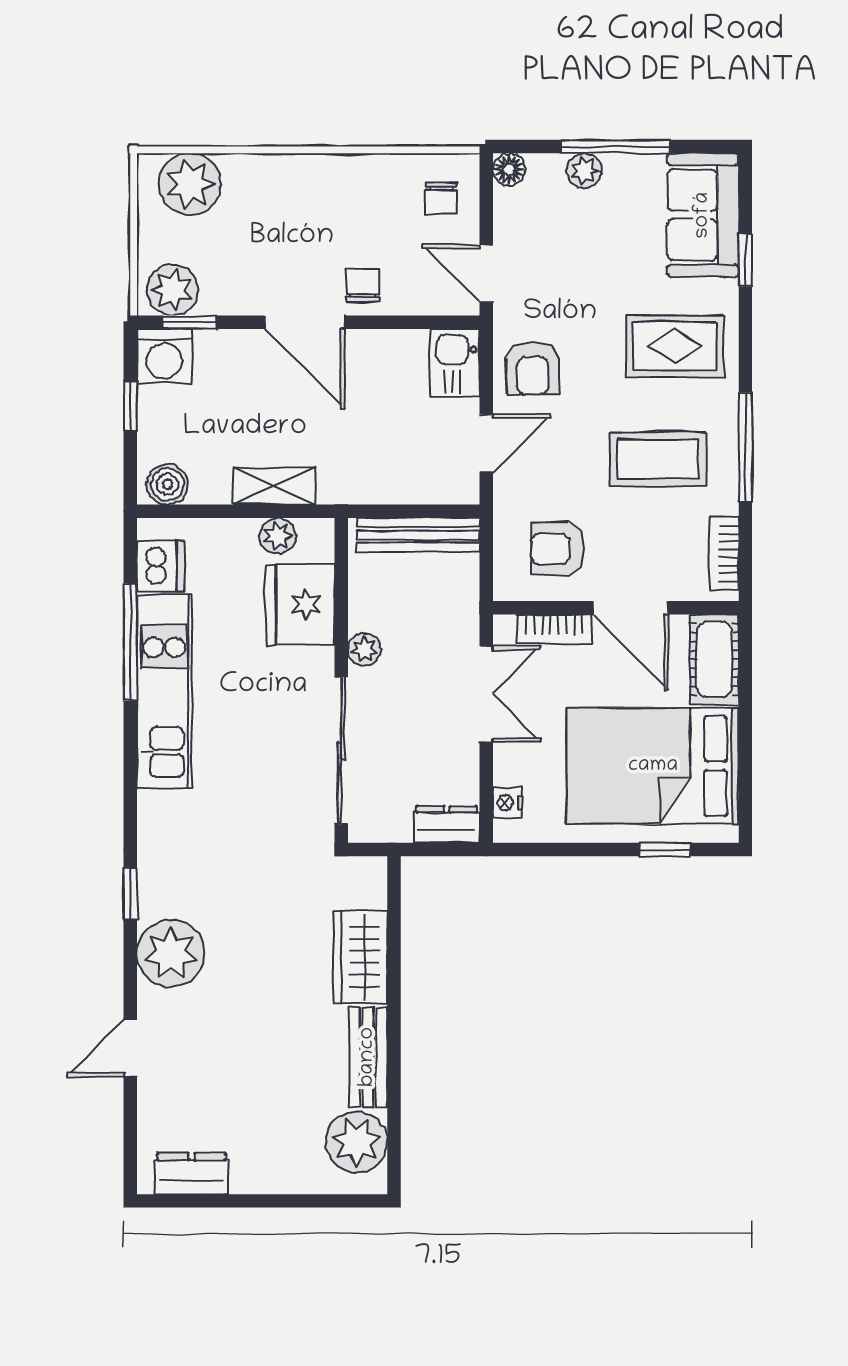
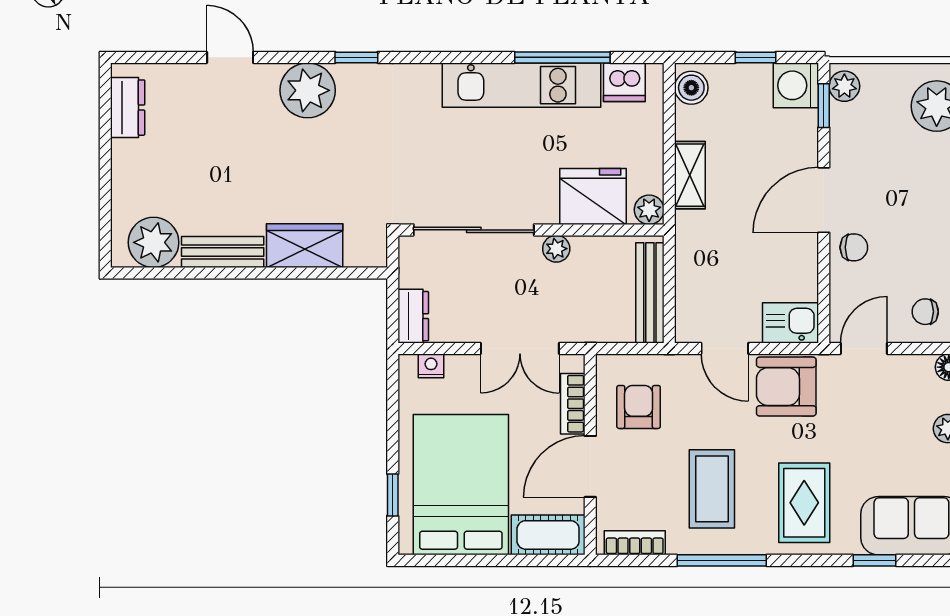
plant: (172, 290) -> (844, 86), width x0.73, depth x0.73
armchair: (533, 368) -> (786, 387), width x1.38, depth x1.38
plant: (278, 536) -> (649, 210), moved

